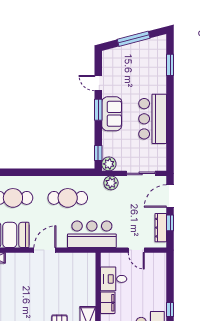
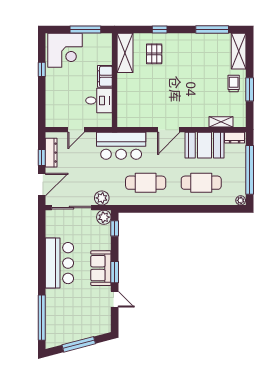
window: (170, 65) -> (42, 318), width x2.11
sliding door: (141, 173) -> (72, 208), width x1.37
door: (136, 250) -> (76, 130), swing flipped

